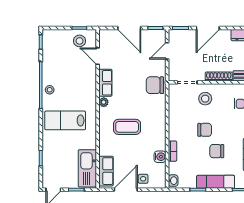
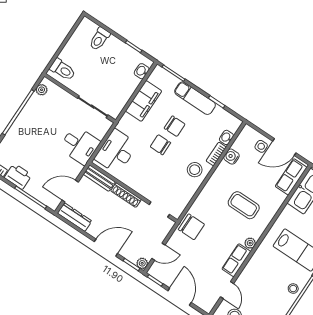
plant: (173, 34) -> (142, 263), added
stool: (205, 99) -> (195, 170), moved
chair: (205, 130) -> (160, 145), moved
washbasin: (173, 181) -> (226, 137), moved

